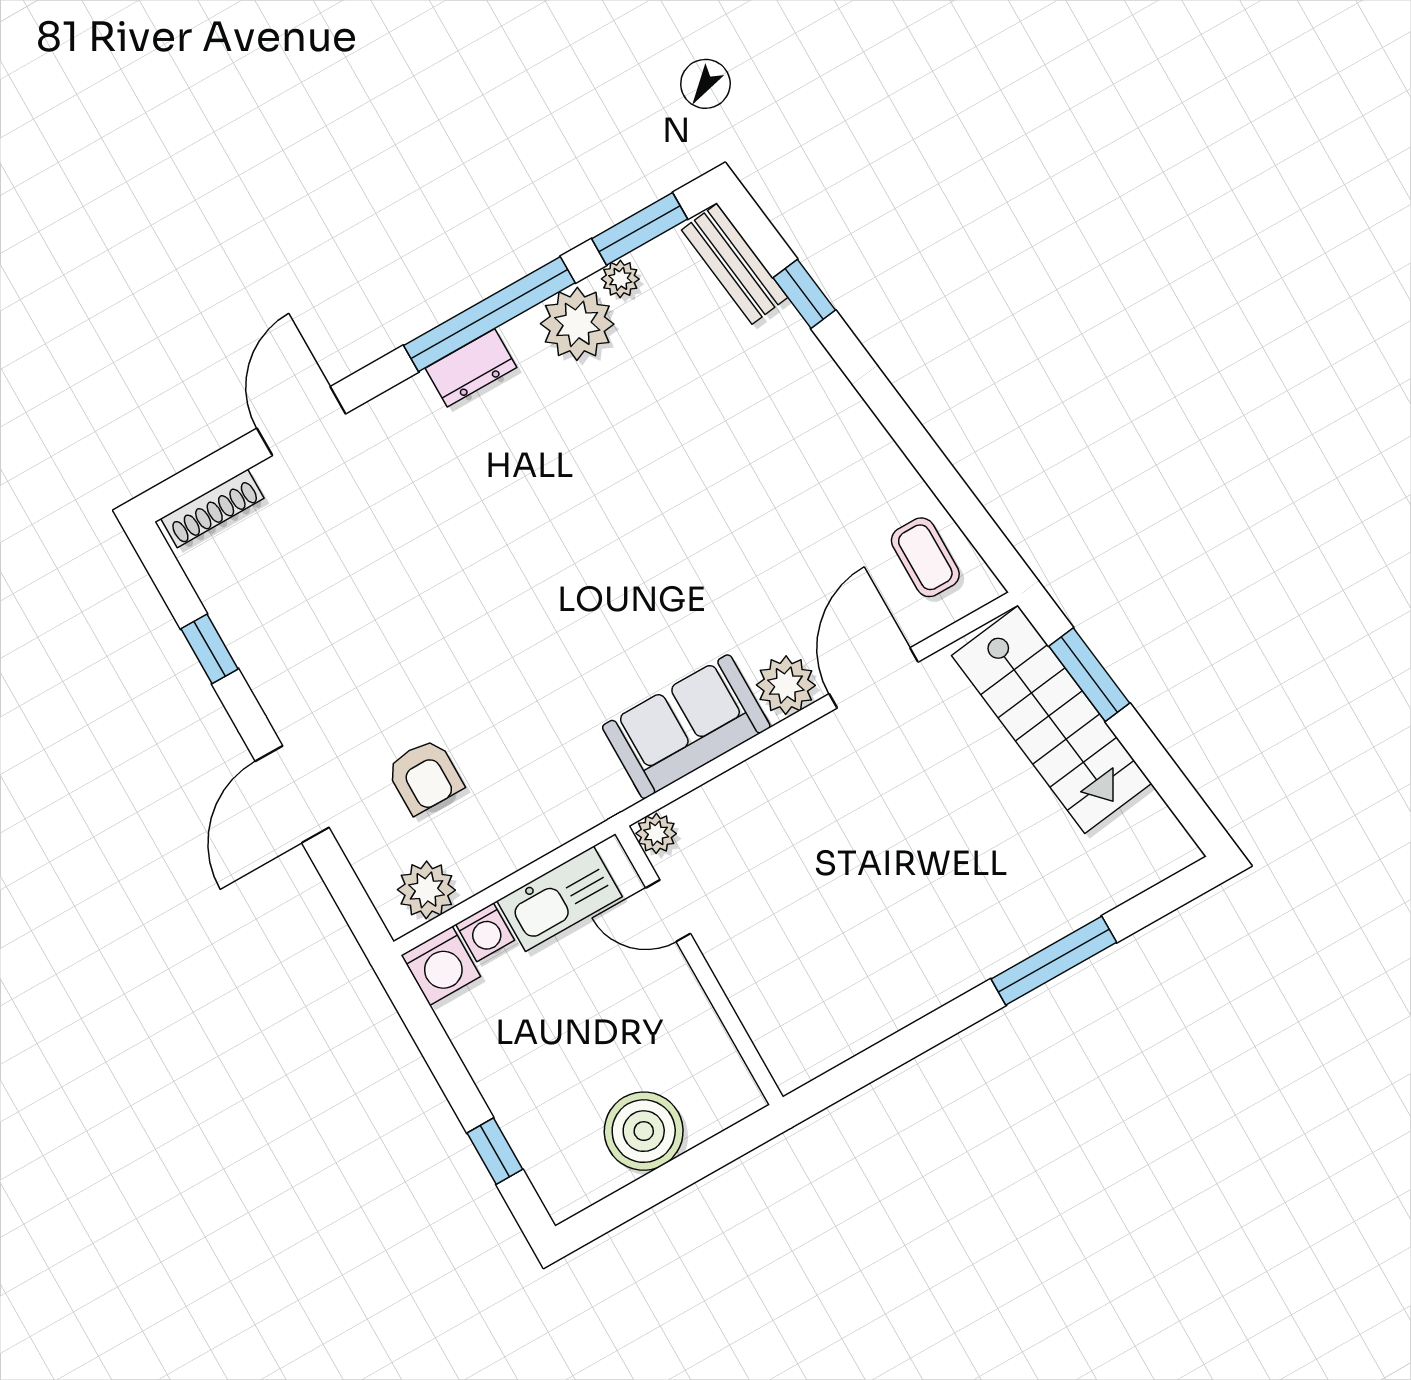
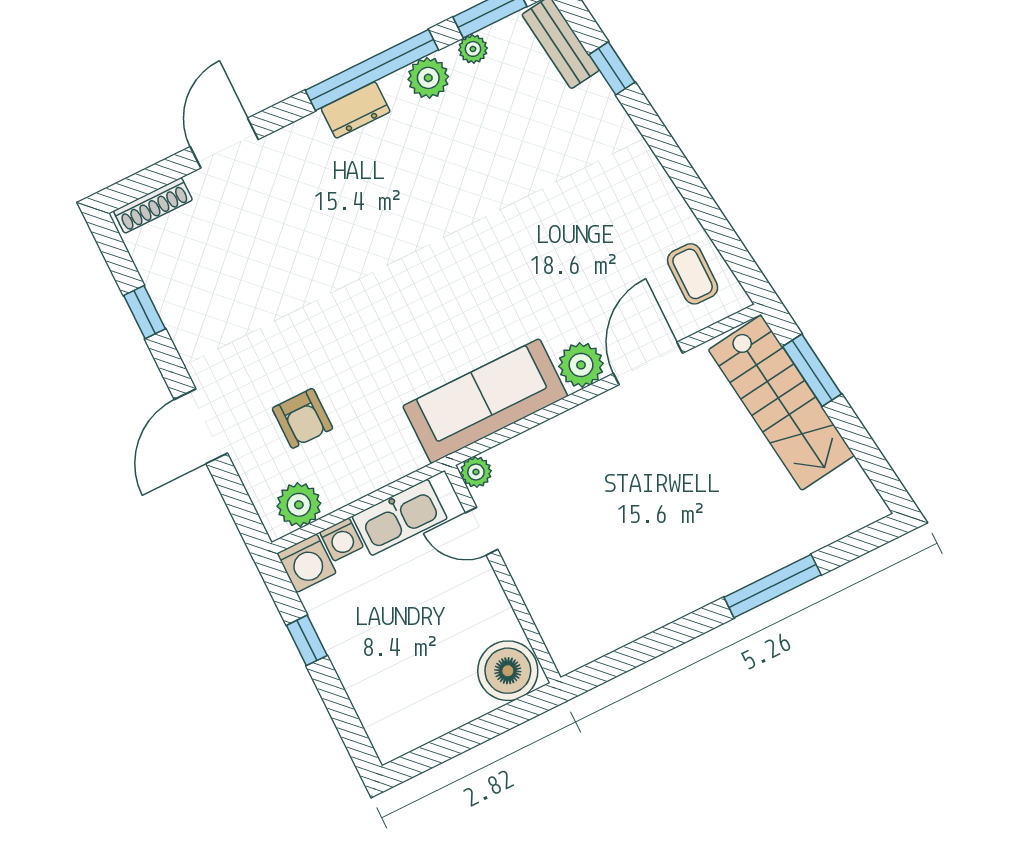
plant: (577, 324) -> (428, 78), width x0.73, depth x0.73
sofa: (686, 727) -> (485, 401), width x1.36
boiler: (644, 1131) -> (508, 671), moved
window: (495, 1151) -> (307, 640), moved

